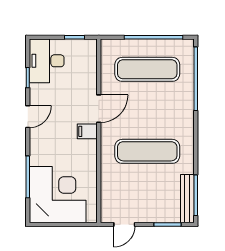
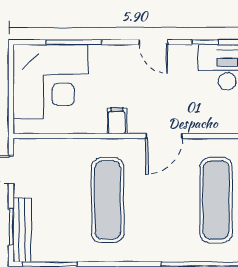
door: (99, 109) -> (164, 136), hinge flipped
filing cabinet: (87, 131) -> (117, 121), moved
bench: (187, 199) -> (22, 230), moved, turned 90

